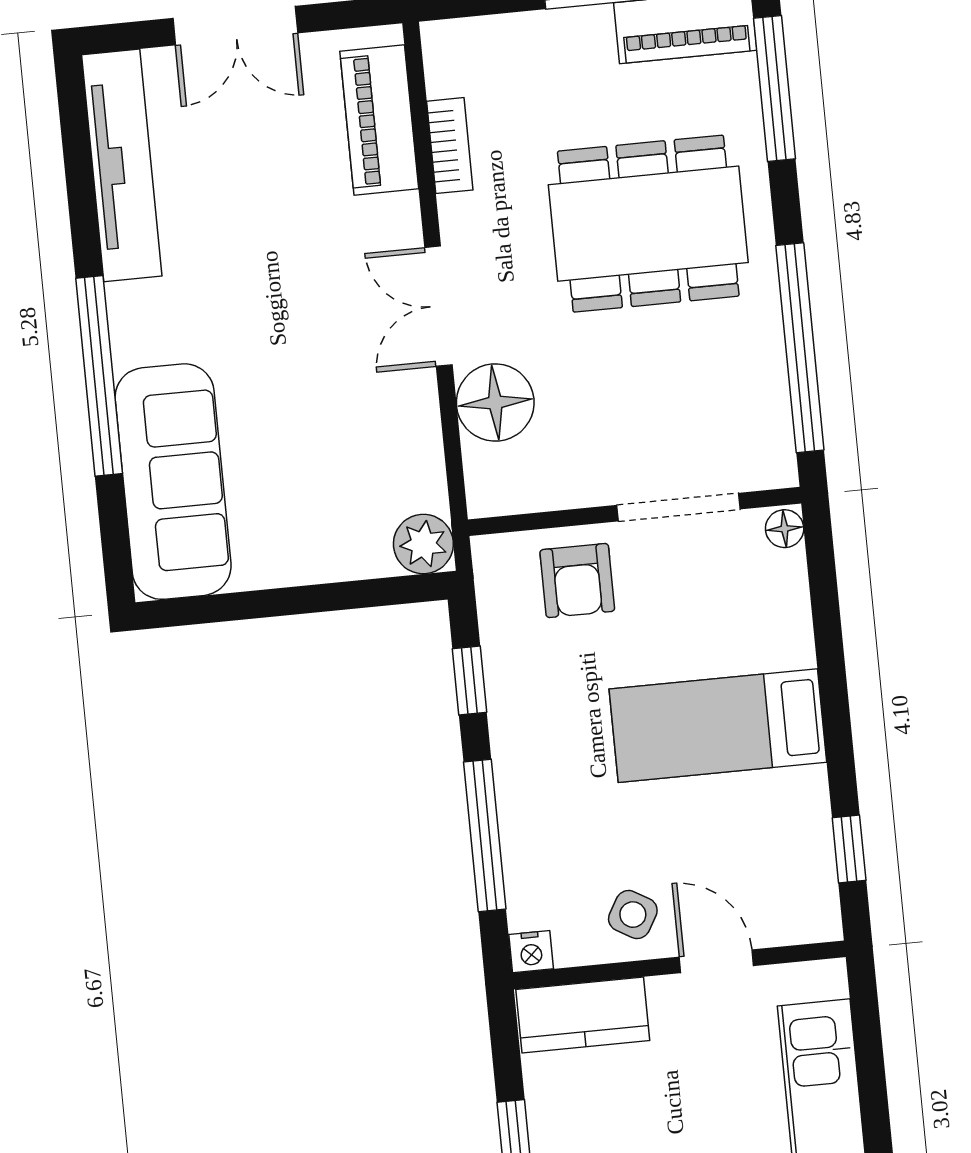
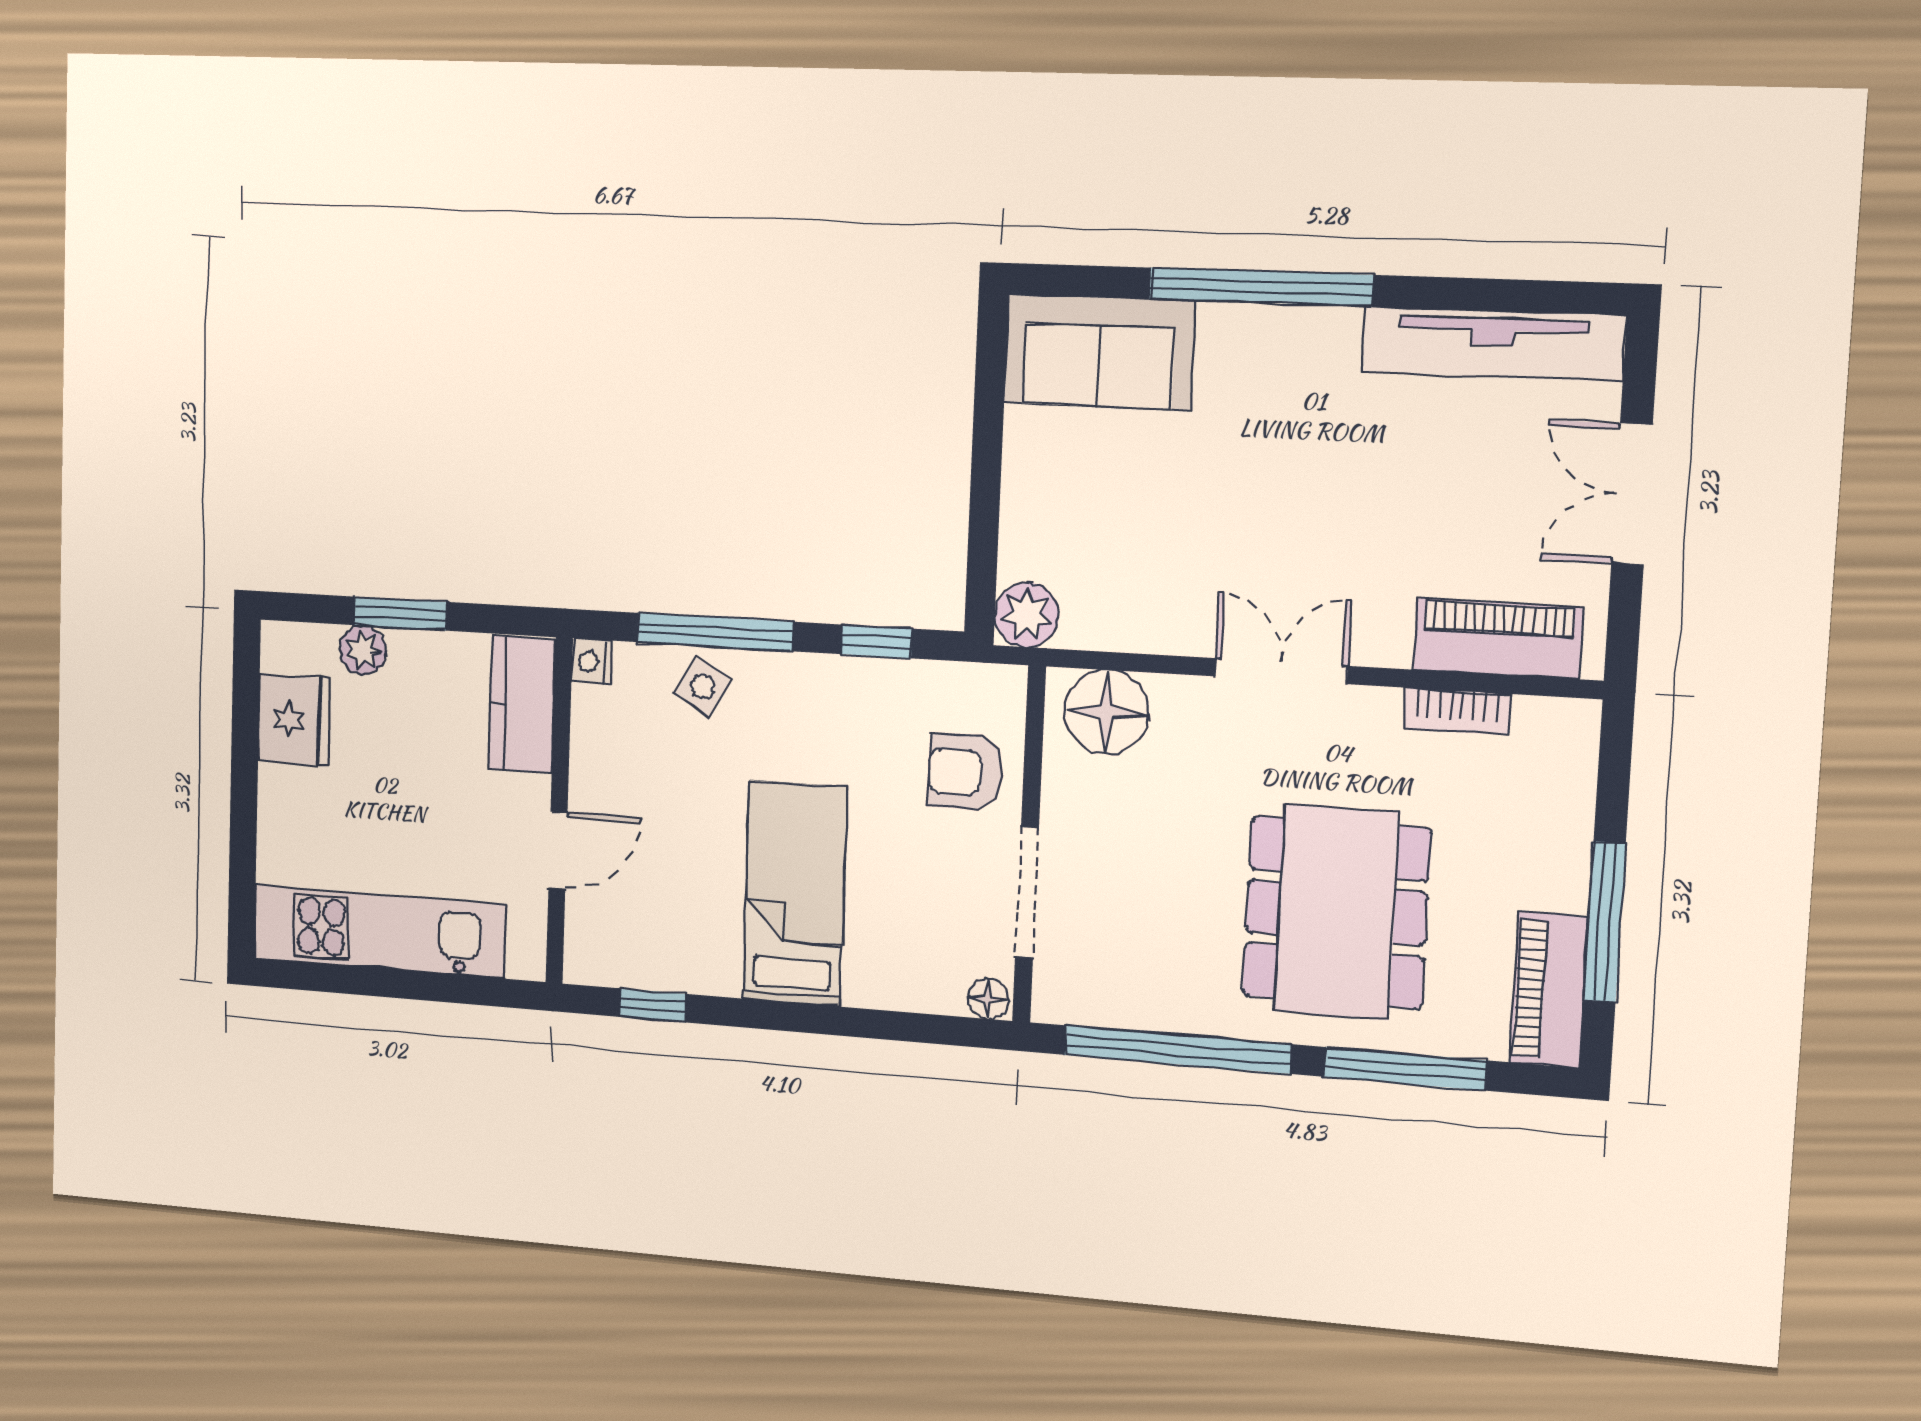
window: (774, 88) -> (1405, 1069), moved
floor lamp: (495, 403) -> (1107, 712), moved
sofa: (173, 482) -> (1099, 352), width x0.73
side table: (633, 915) -> (703, 687), moved

